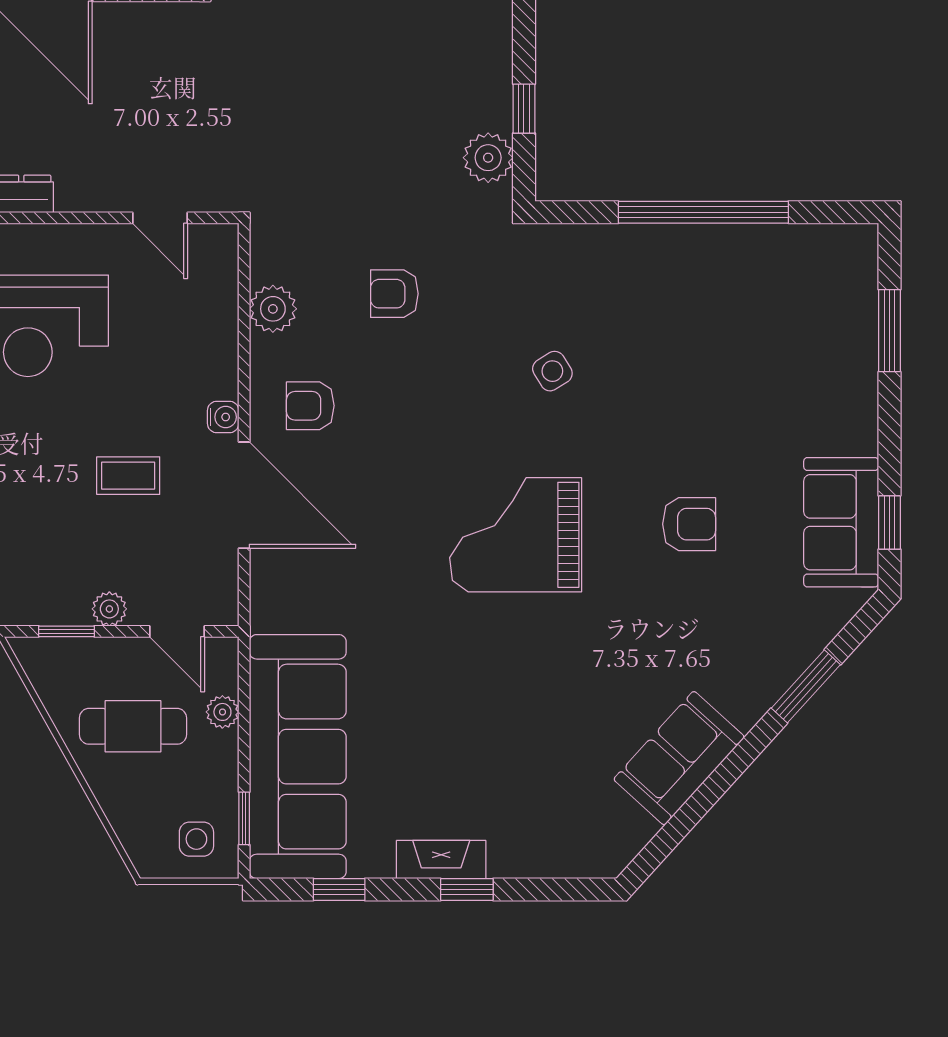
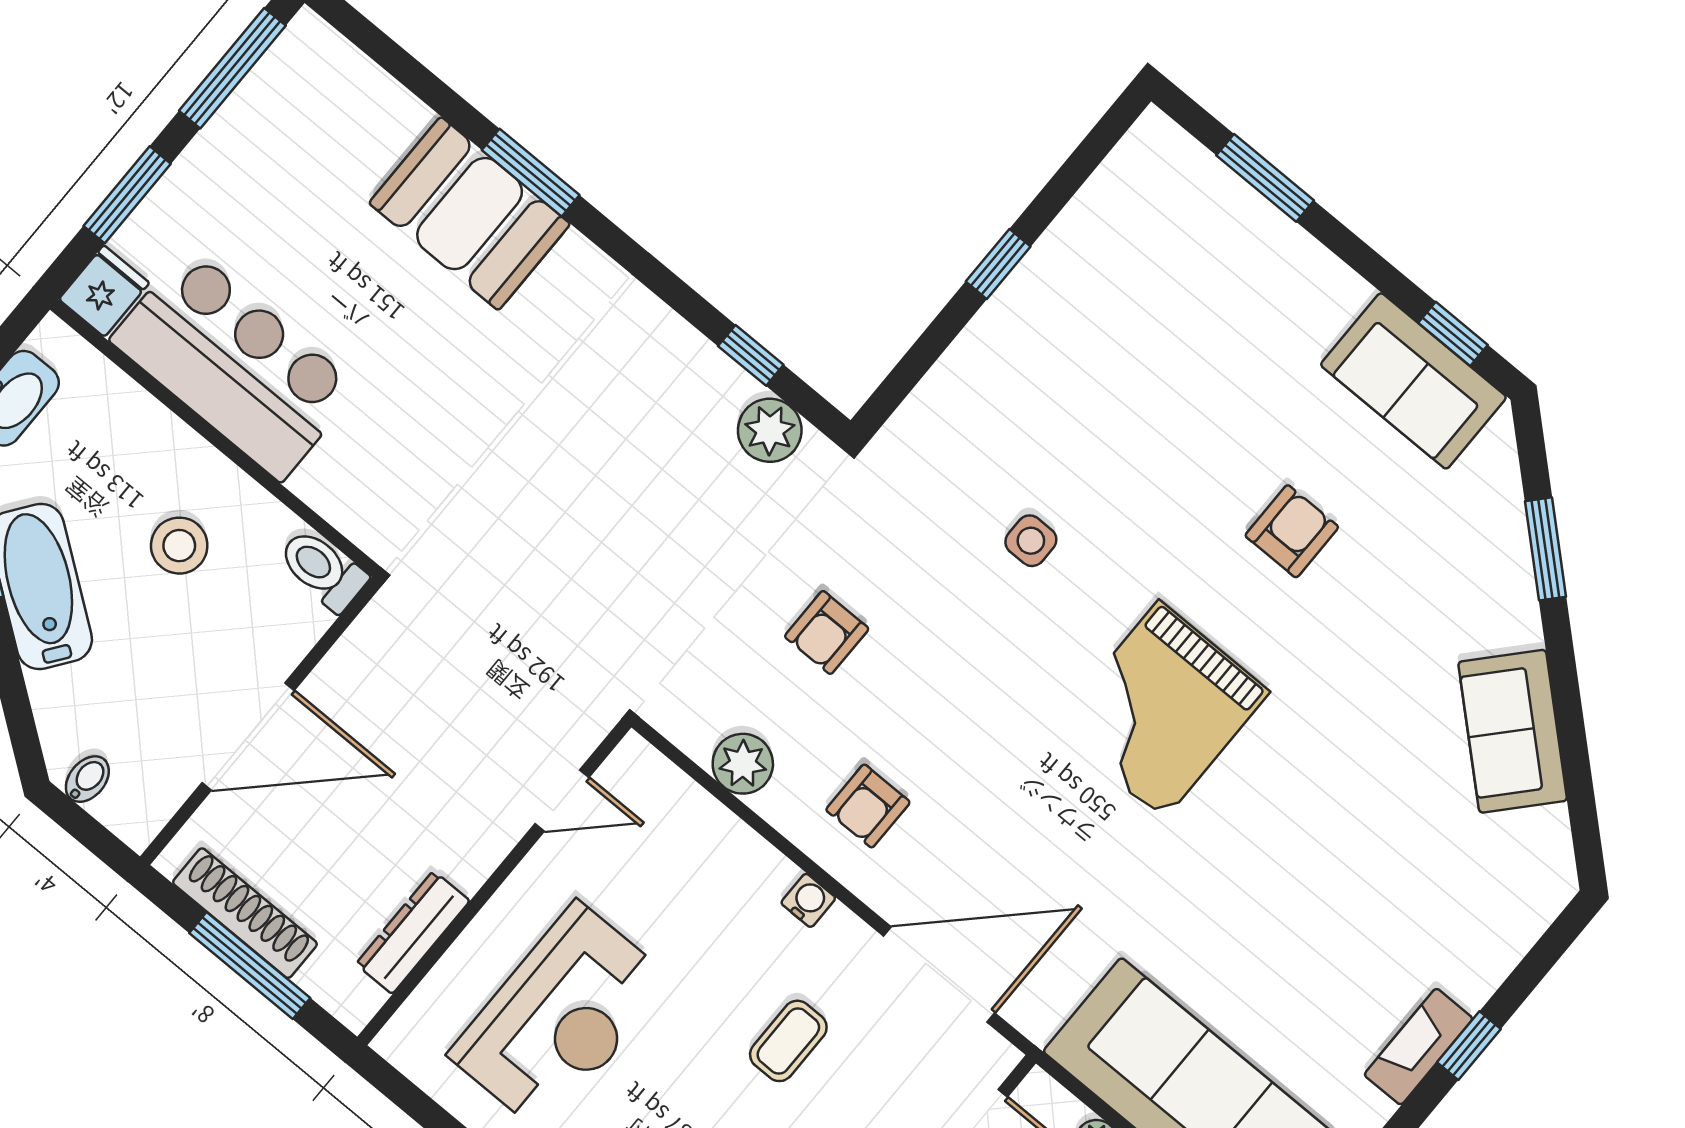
window: (703, 212) -> (998, 264), width x0.32
side table: (552, 371) -> (1031, 541), turned 32
door: (244, 495) -> (939, 974), moved

